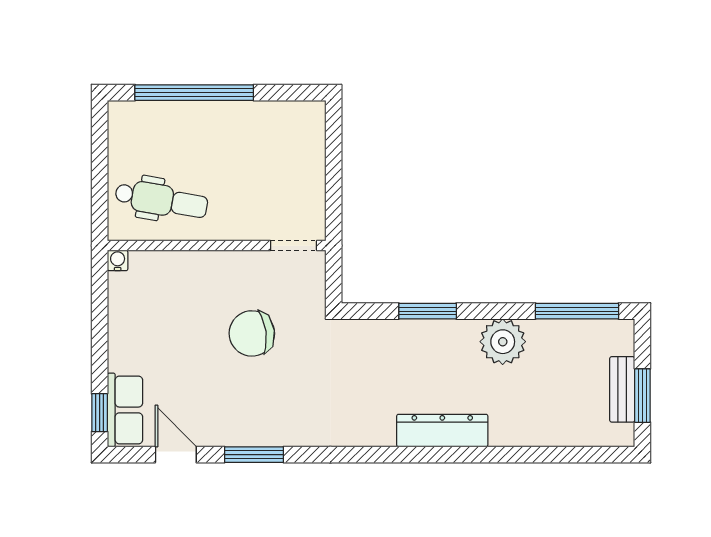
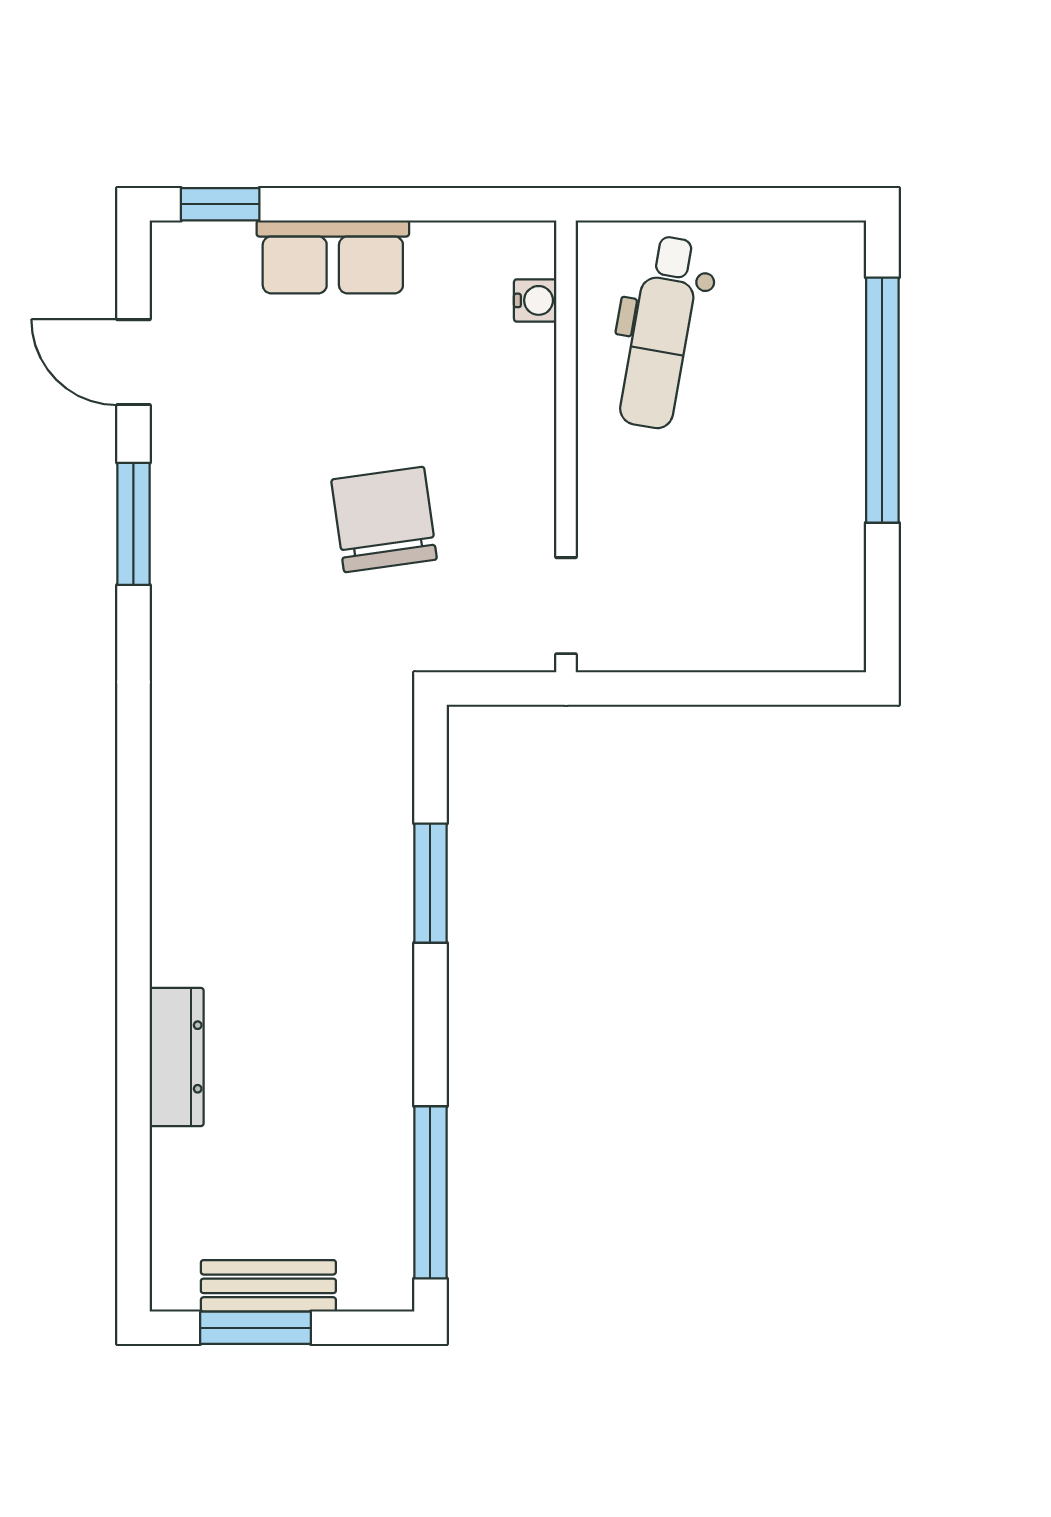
water cooler: (118, 260) -> (535, 300), moved
plant: (503, 342) -> (367, 1039), removed
row of seats: (125, 410) -> (333, 257), moved
dresser: (442, 431) -> (177, 1057), moved, width x0.73, depth x0.80
door: (176, 455) -> (133, 362), swing flipped

